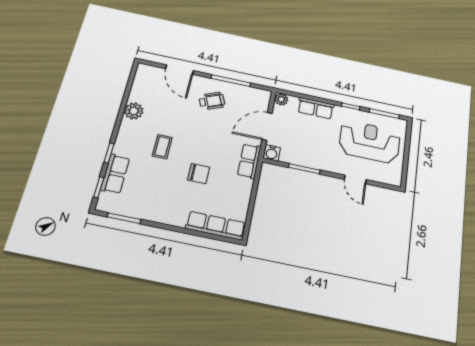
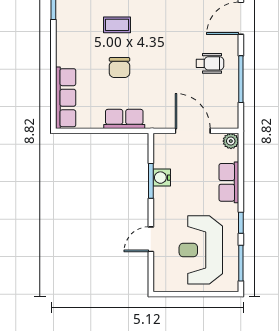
wheelchair: (212, 101) -> (210, 63), turned -67
reception desk: (370, 142) -> (201, 250), turned 180
coffee table: (162, 147) -> (117, 25), moved
water cooler: (272, 153) -> (162, 178), moved
row of seats: (249, 161) -> (124, 119), moved

